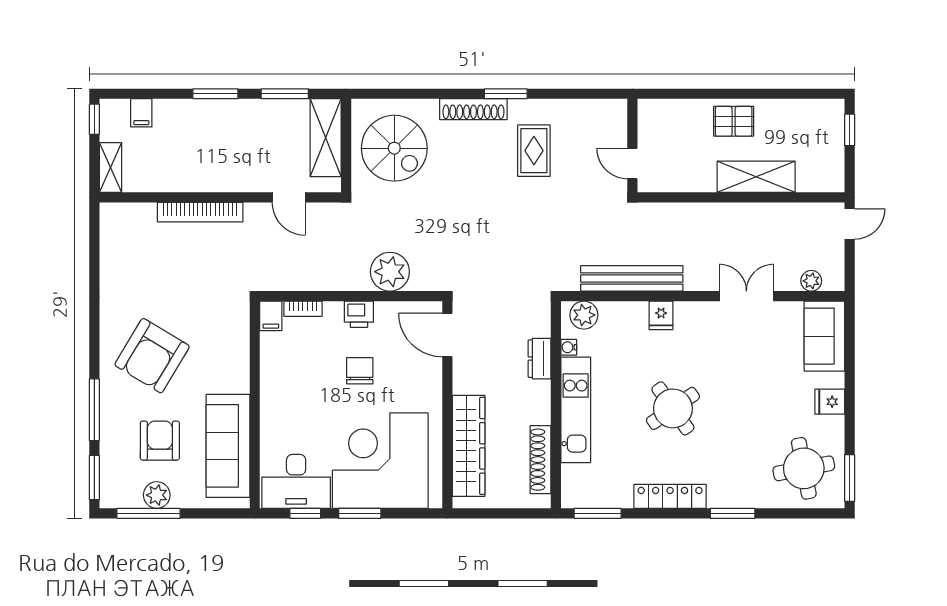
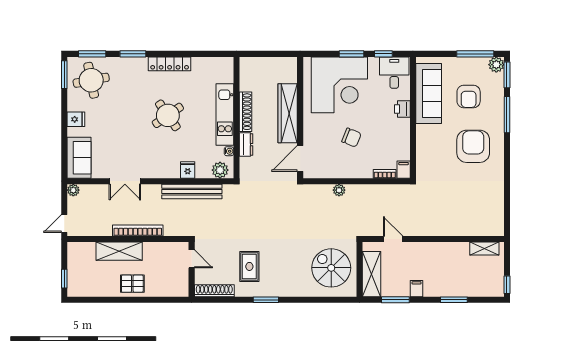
window: (215, 94) -> (454, 300), moved
shoe rack: (473, 109) -> (214, 291), moved
filing cabinet: (141, 113) -> (417, 289), moved
shelving: (110, 168) -> (484, 249), moved, turned 90
bookcase: (200, 212) -> (138, 230), moved
plant: (390, 272) -> (339, 190), width x0.53, depth x0.53
plant: (811, 281) -> (73, 190), moved
printer: (359, 314) -> (402, 109), moved, turned -90
fridge: (661, 315) -> (188, 170), moved
door: (447, 335) -> (300, 158), swing flipped
armchair: (152, 356) -> (473, 146), turned -31
chair: (360, 371) -> (351, 138), turned -68
wardrobe: (469, 446) -> (288, 113), moved
shoe rack: (541, 460) -> (245, 112), moved
desk: (296, 481) -> (394, 73), width x0.73
plant: (157, 495) -> (496, 65), moved
window: (598, 513) -> (92, 54), moved

